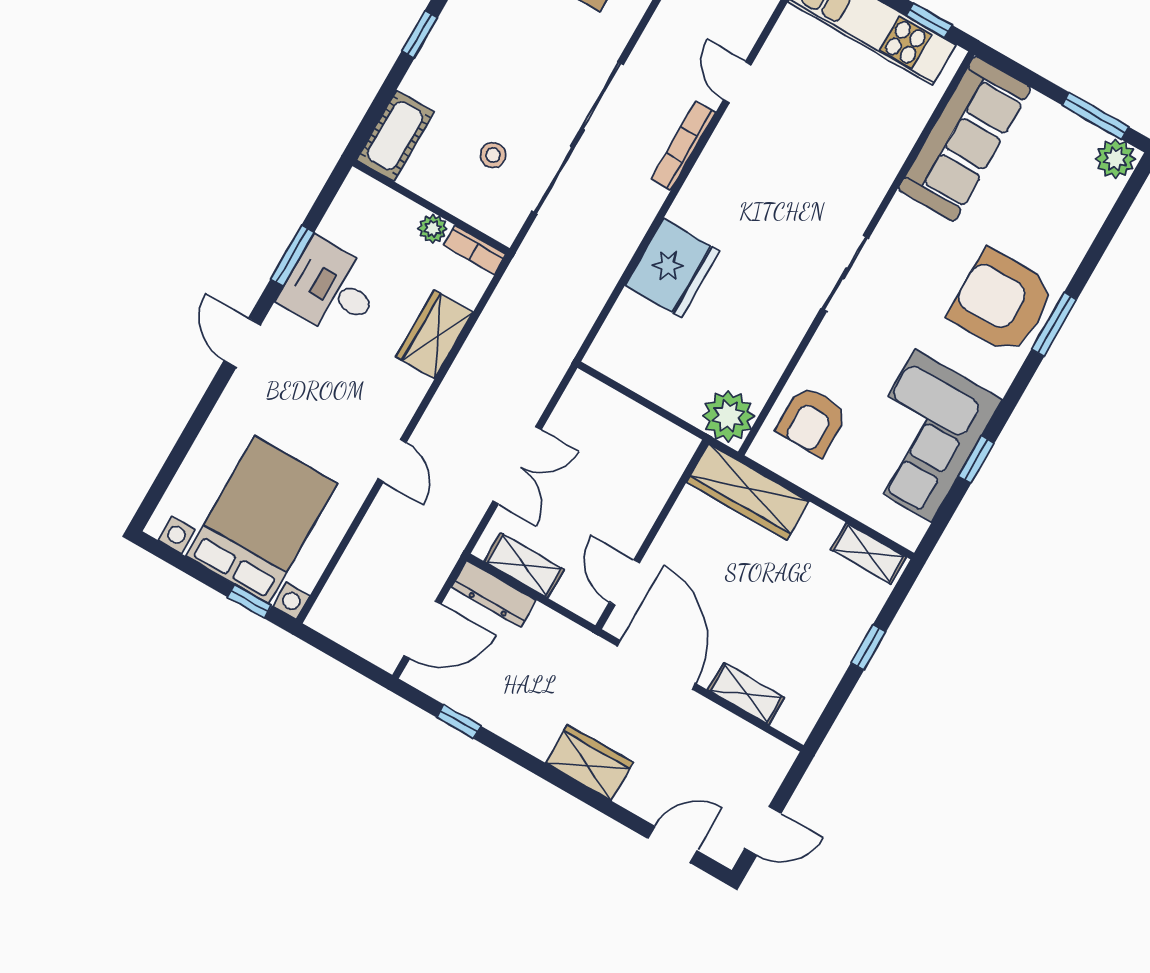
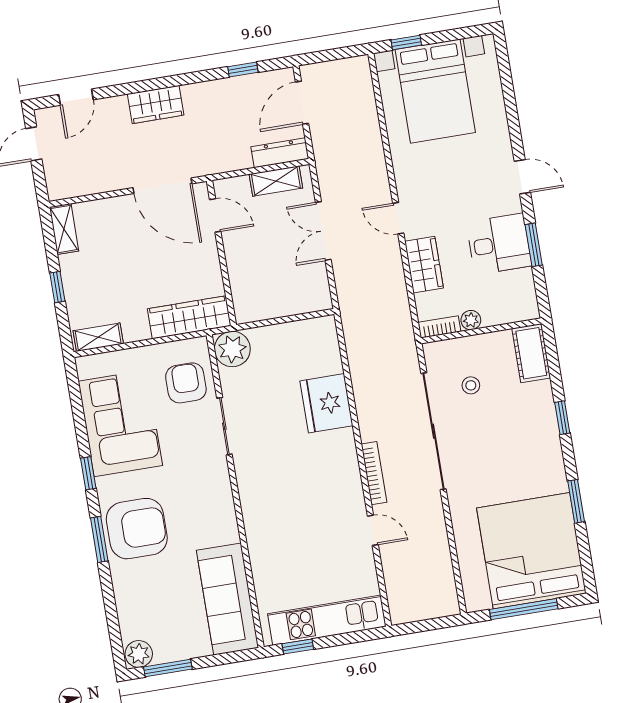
sliding door: (845, 273) -> (224, 426), moved
window: (976, 459) -> (88, 473), moved
door: (392, 461) -> (398, 218), moved
shelving: (746, 694) -> (64, 229), moved, turned 90

